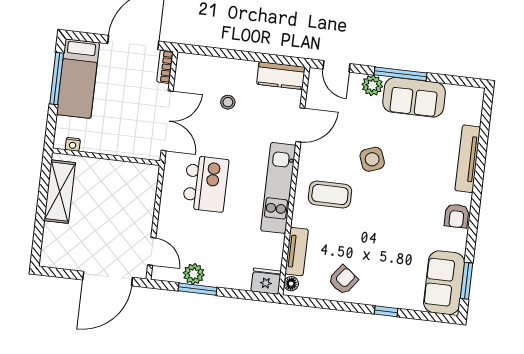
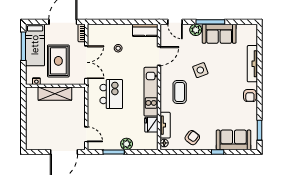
rug: (117, 112) -> (58, 61), added
shelving: (60, 192) -> (55, 94), moved, turned 90
coffee table: (330, 195) -> (180, 92), turned 90
plant: (194, 274) -> (127, 144), moved
fridge: (266, 281) -> (151, 125), moved, turned -90
sofa: (444, 283) -> (234, 140), moved, turned 90

